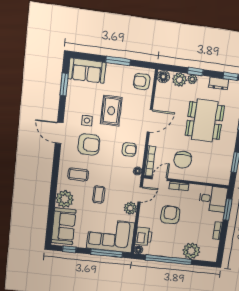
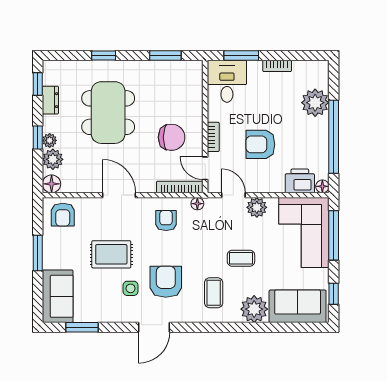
dining table: (205, 121) -> (108, 113), turned 90

